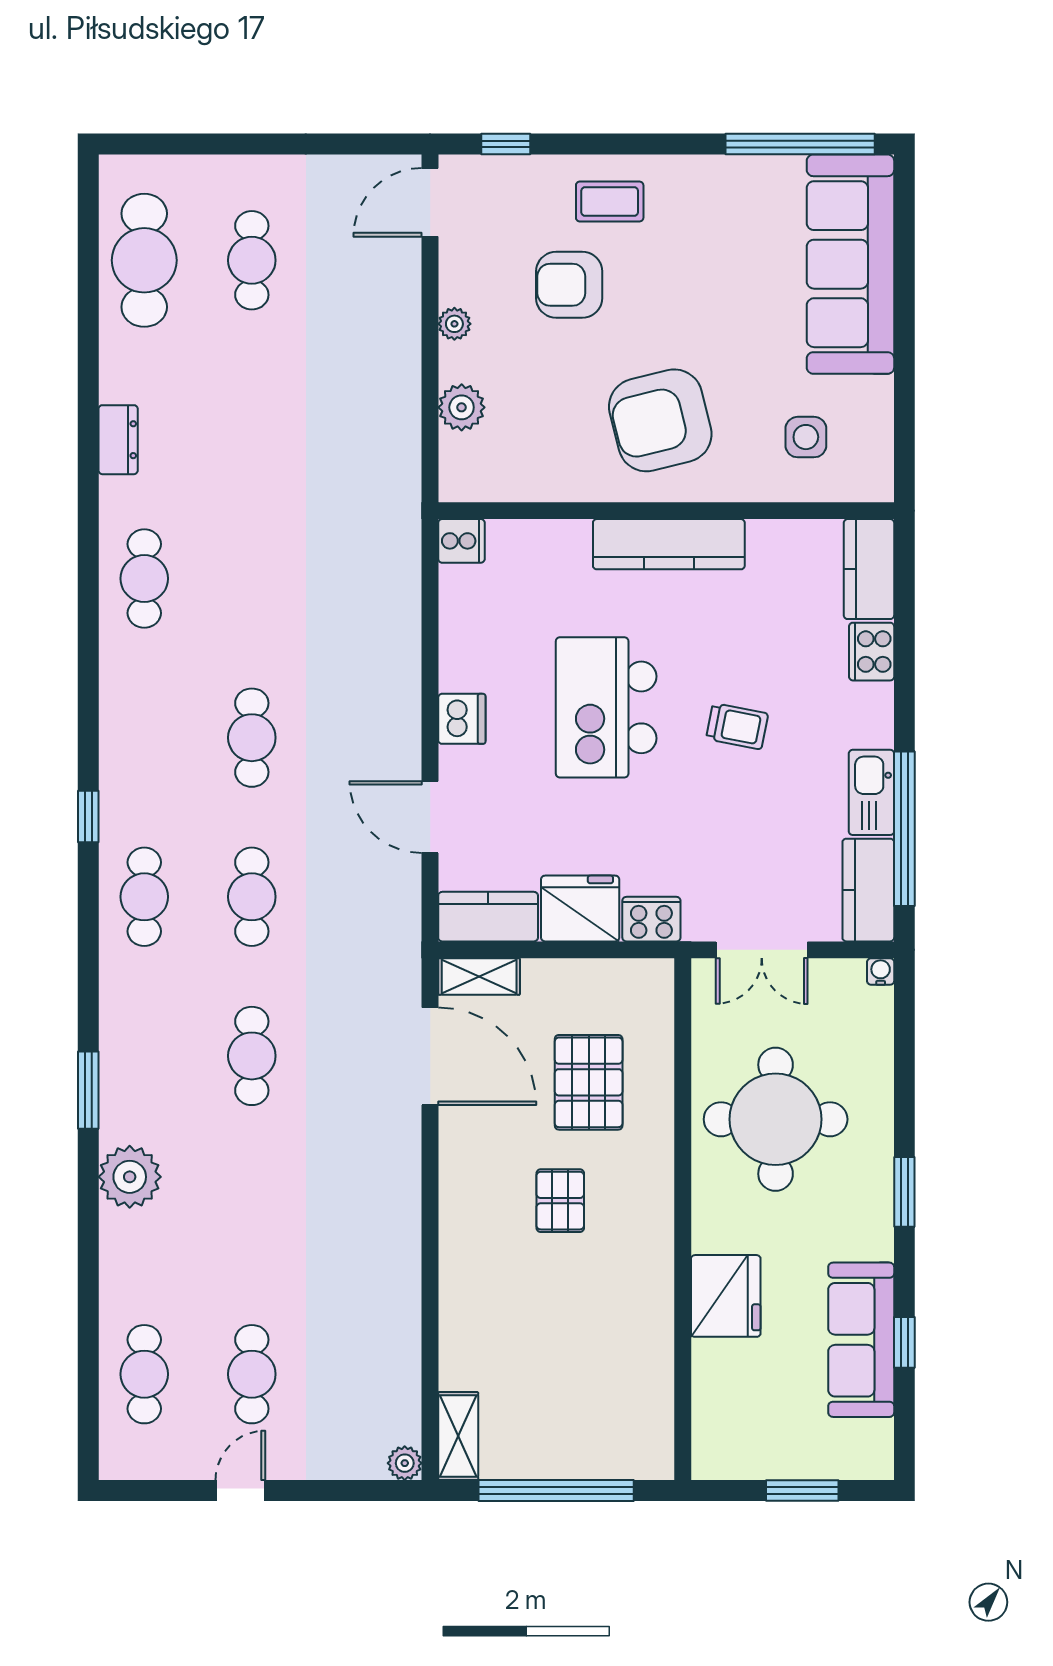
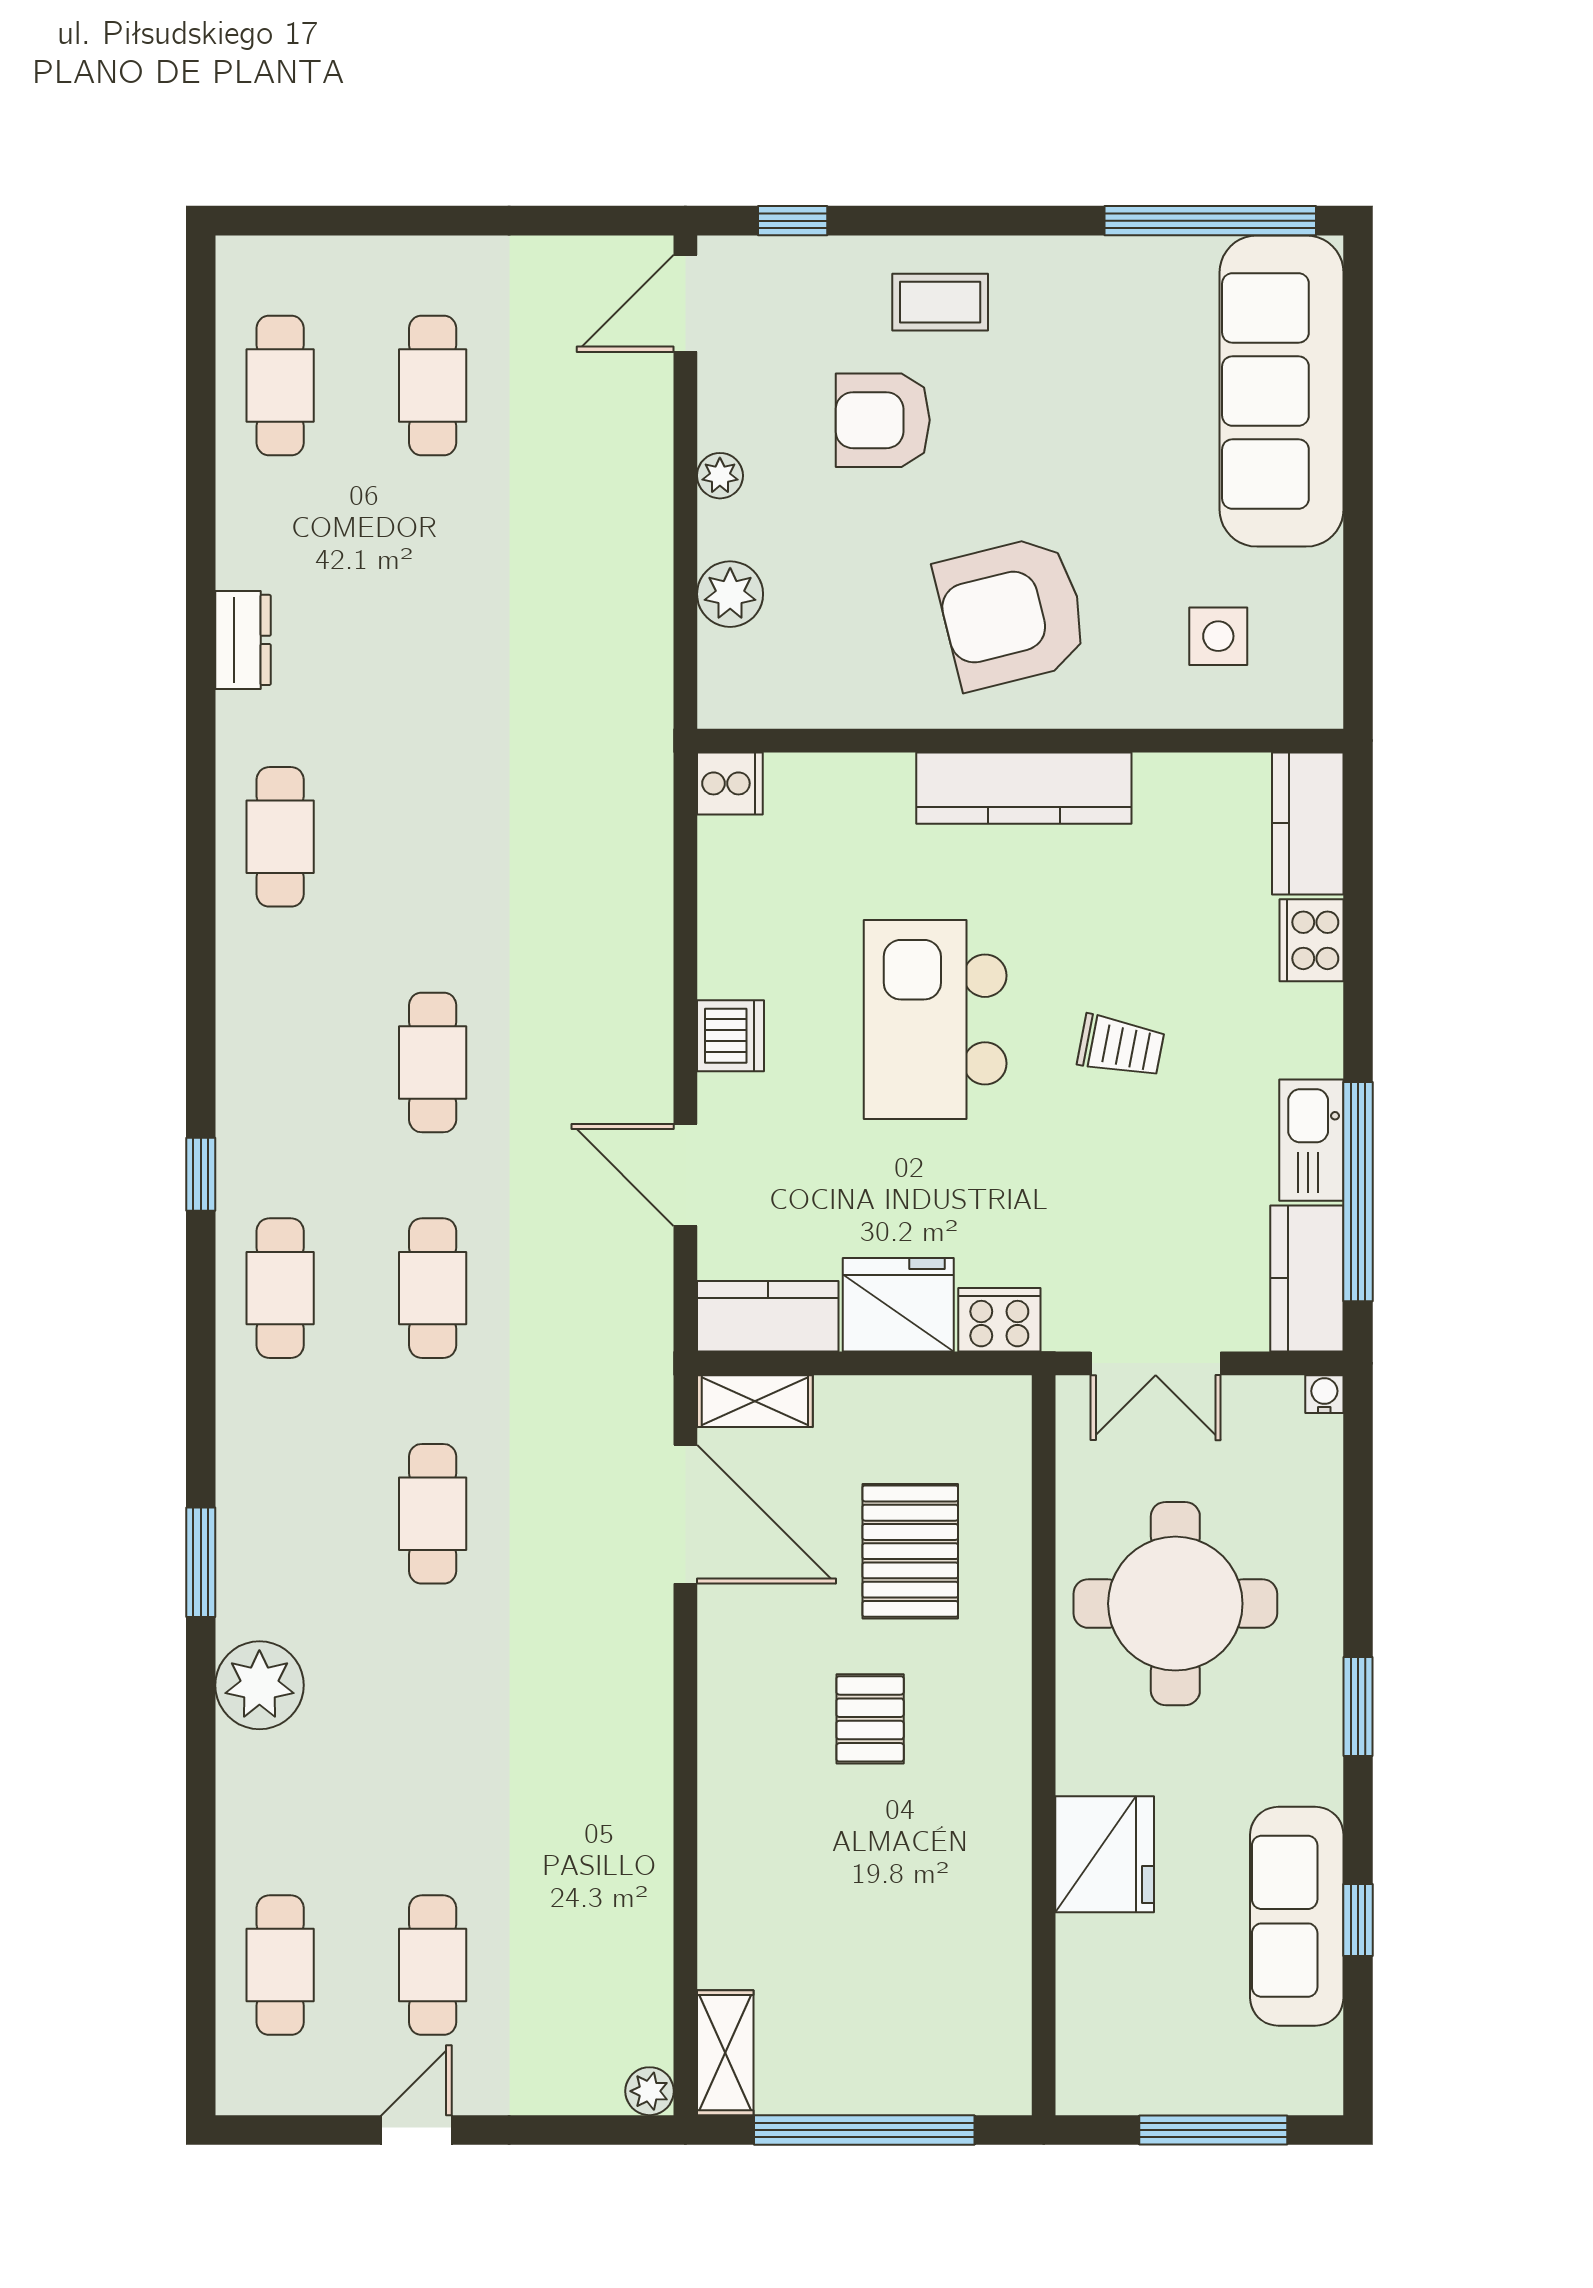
cafe table: (144, 260) -> (280, 386), width x0.73, depth x0.74
window: (802, 1490) -> (1213, 2130), width x1.44

